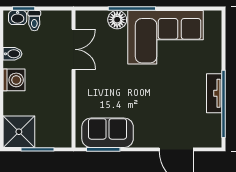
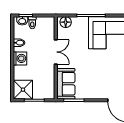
floor lamp: (117, 20) -> (66, 22), moved
double door: (73, 49) -> (56, 52), moved
sofa: (108, 133) -> (66, 84), moved, turned 90

